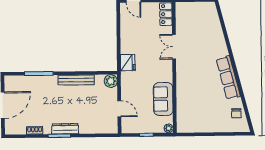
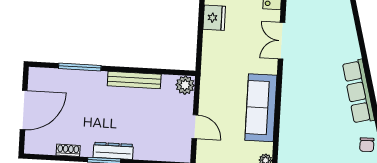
fridge: (128, 63) -> (214, 18), moved
sofa: (163, 99) -> (261, 108), width x1.36

